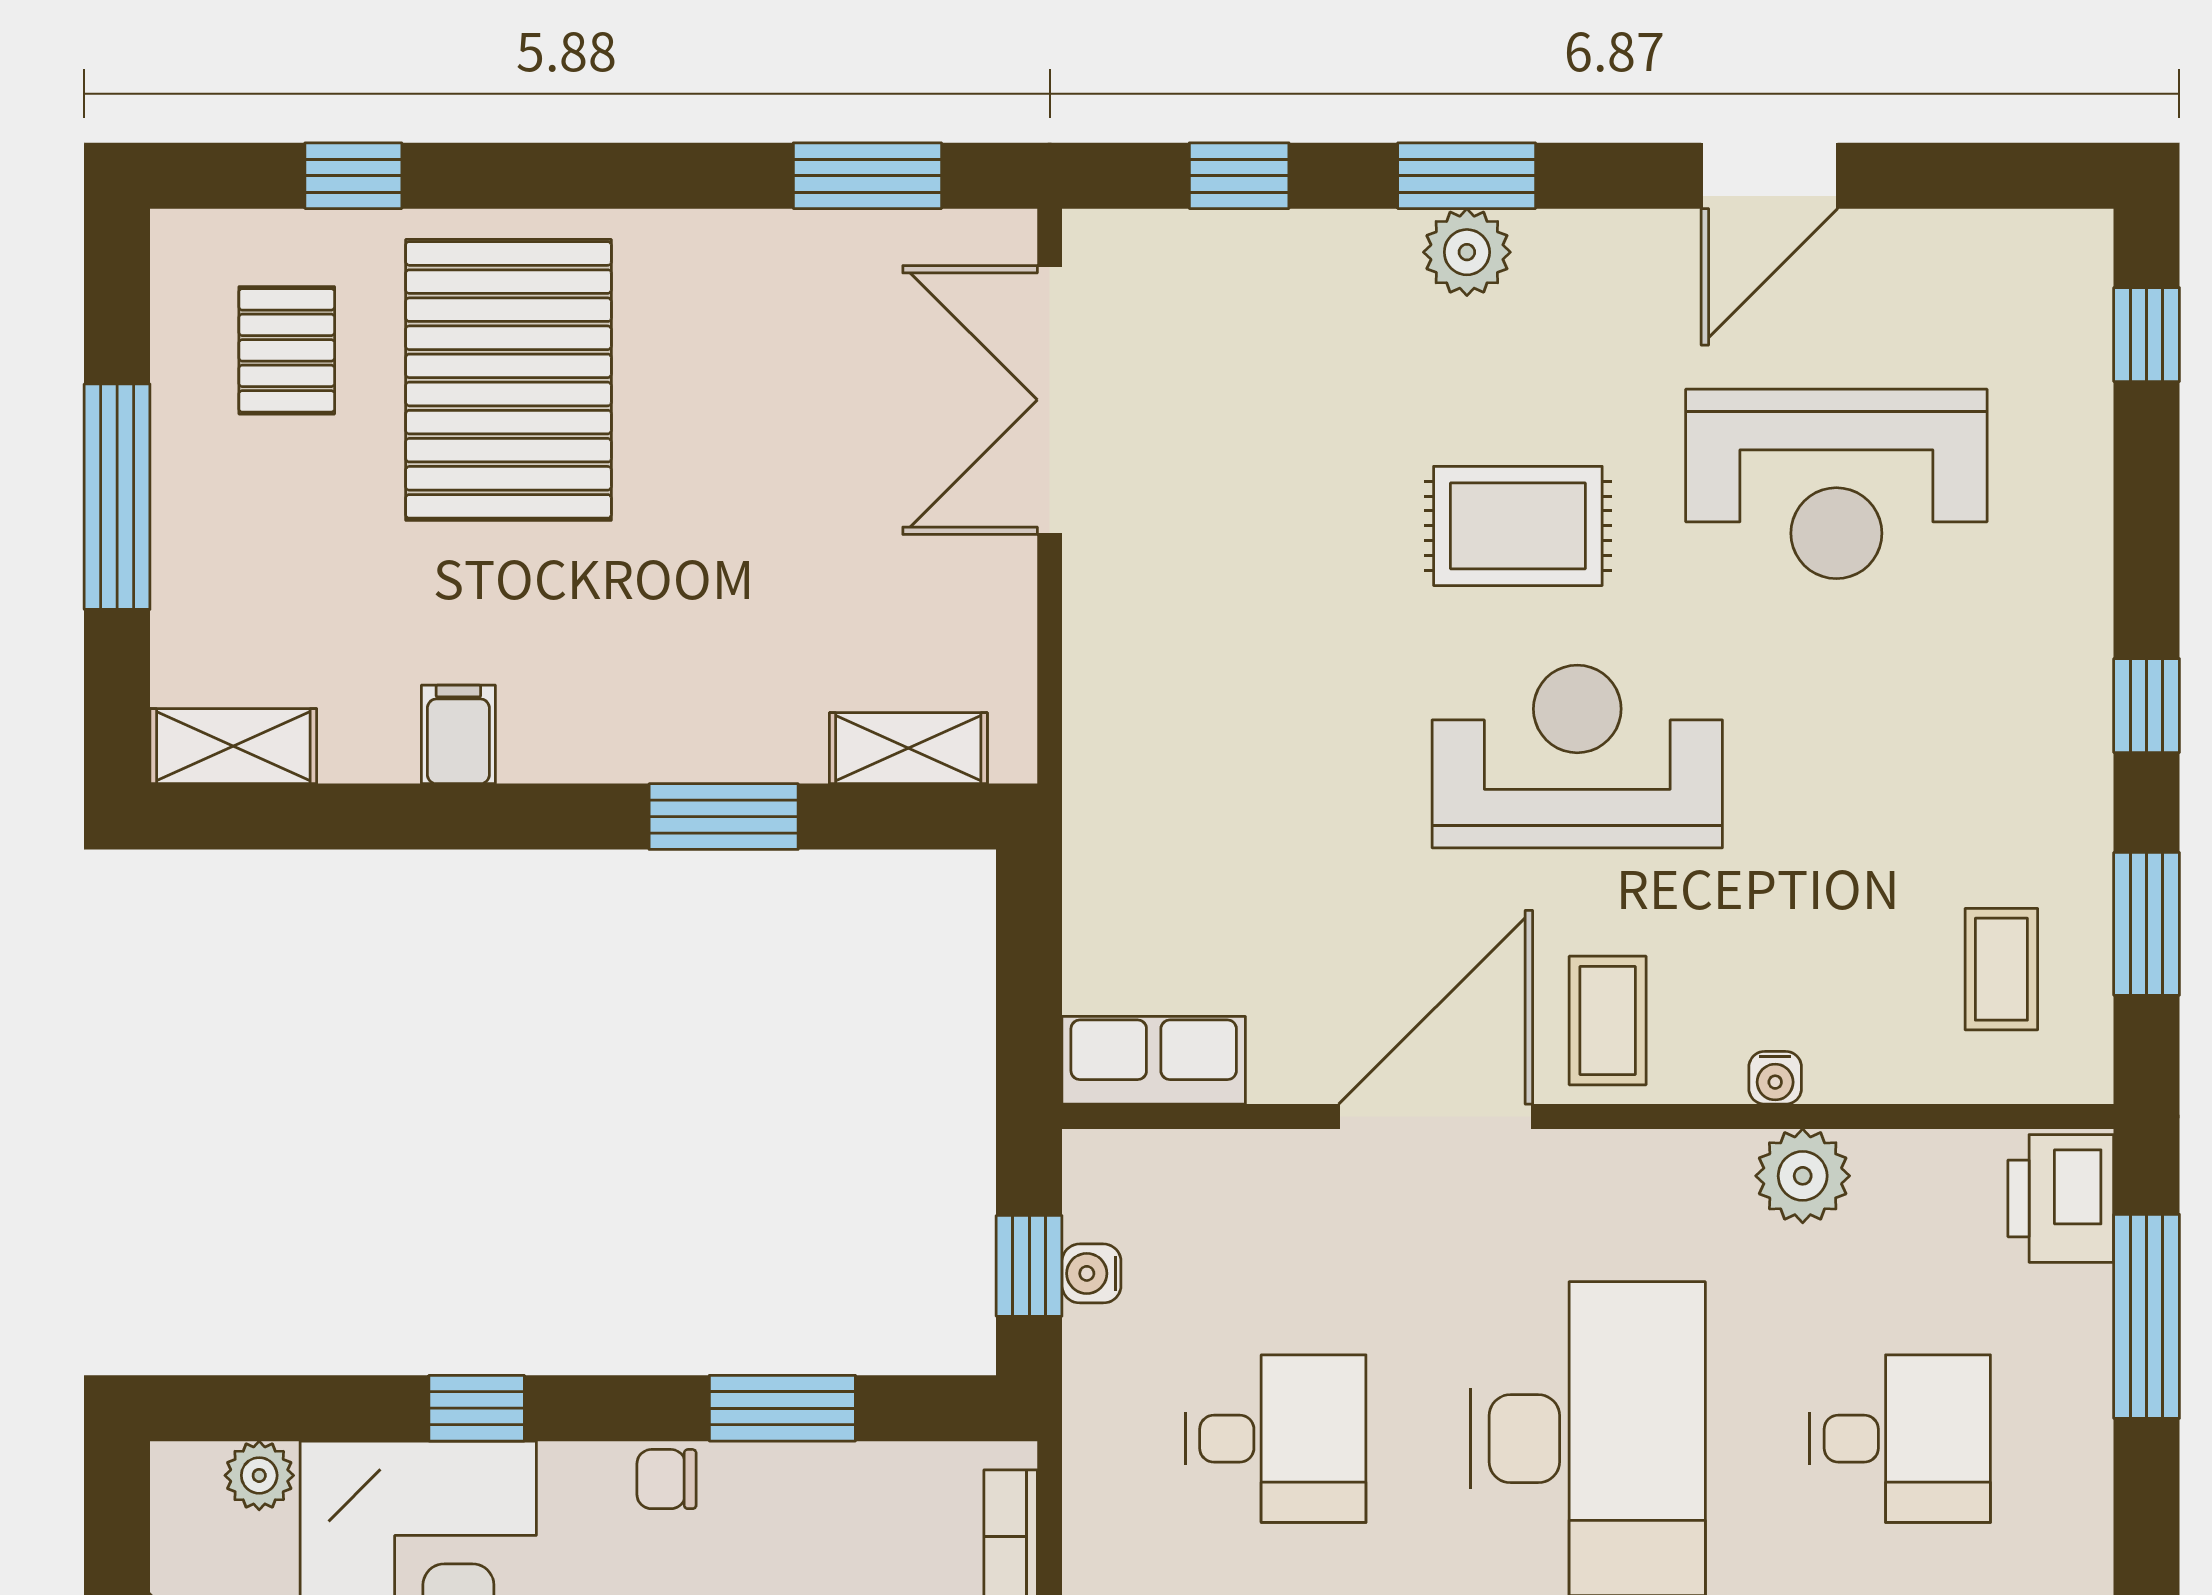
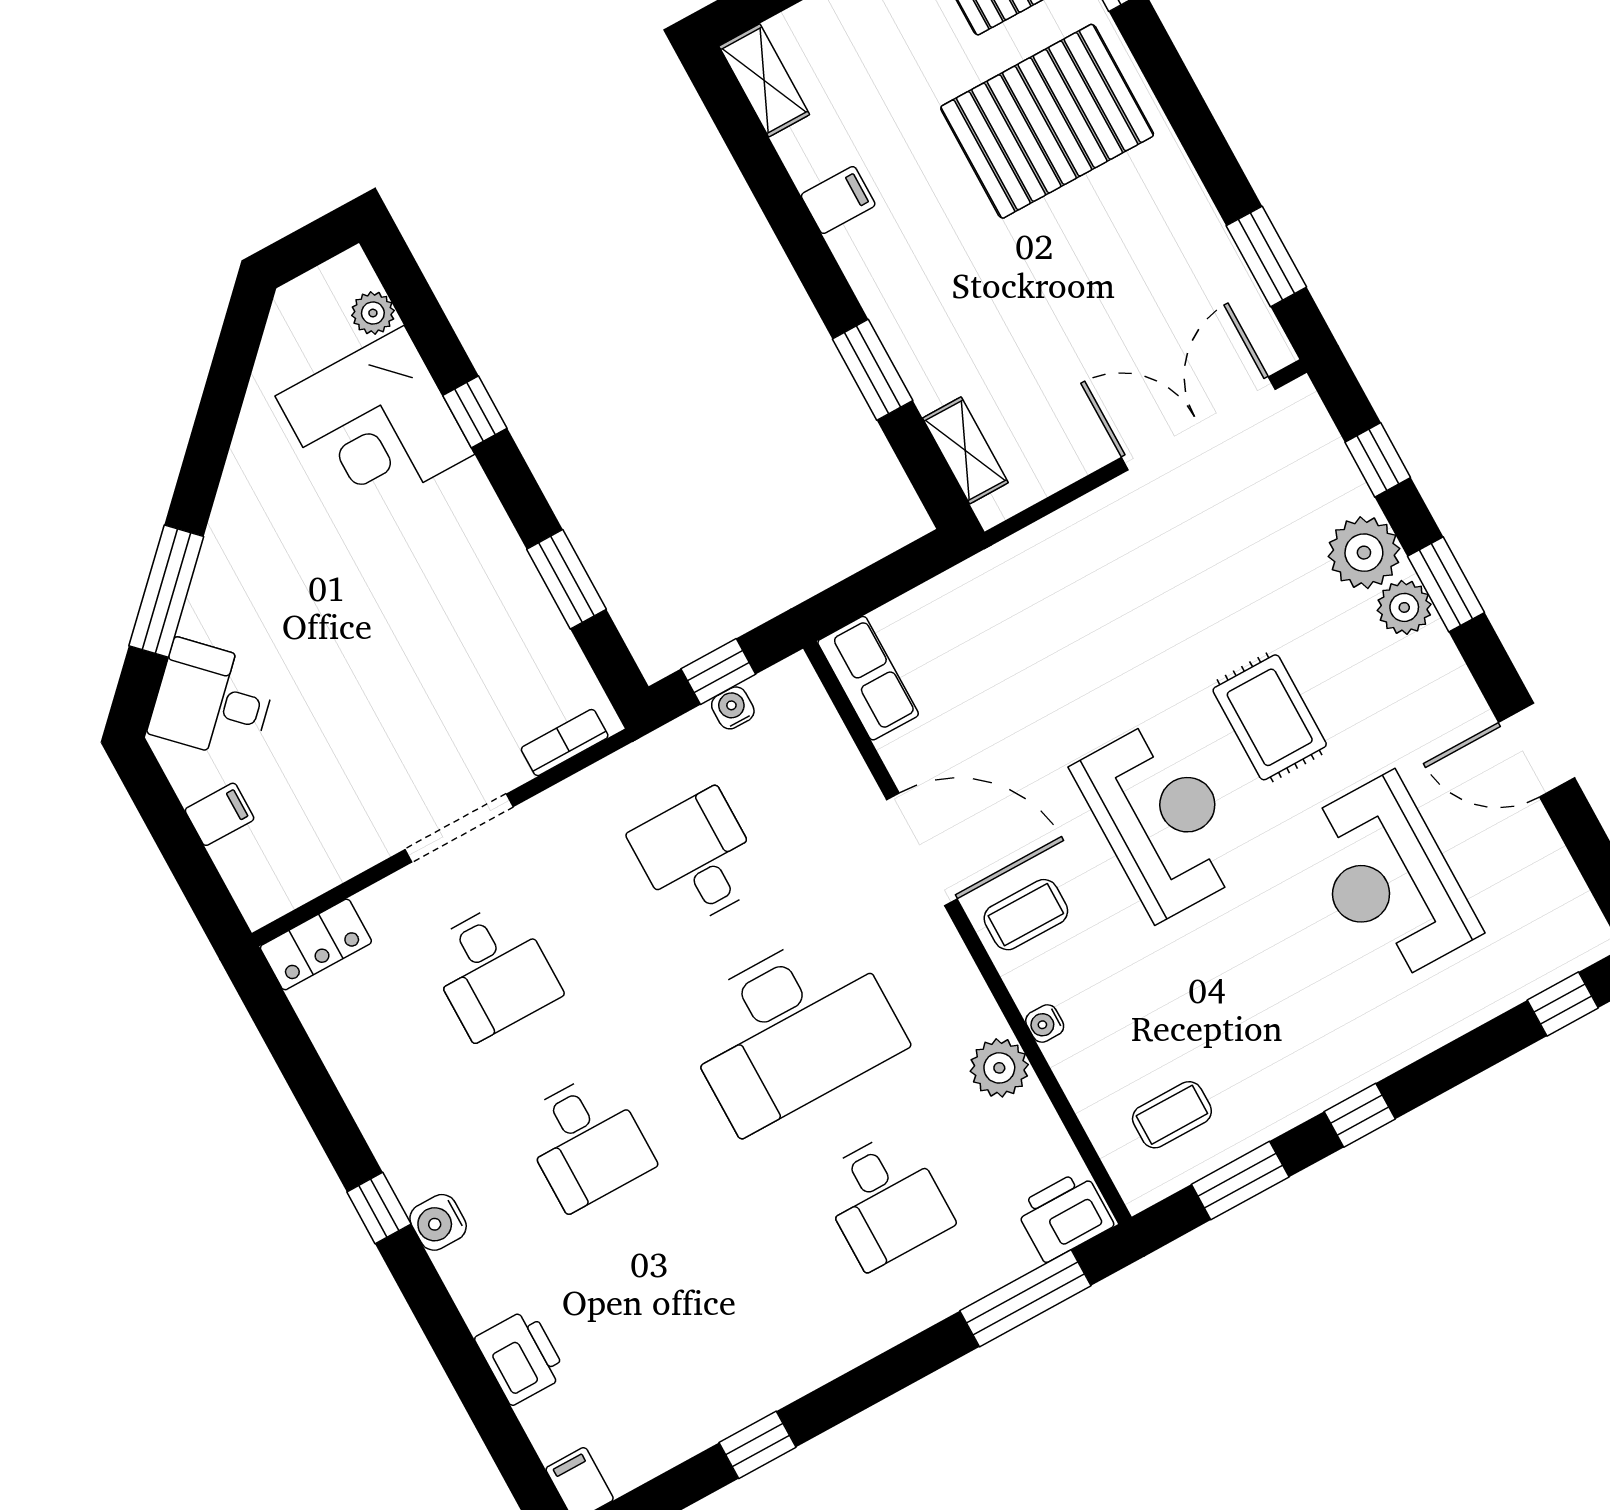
plant: (1359, 267) -> (1364, 553), added
desk: (1276, 1439) -> (698, 858), turned 180
chair: (666, 1479) -> (493, 537), removed

